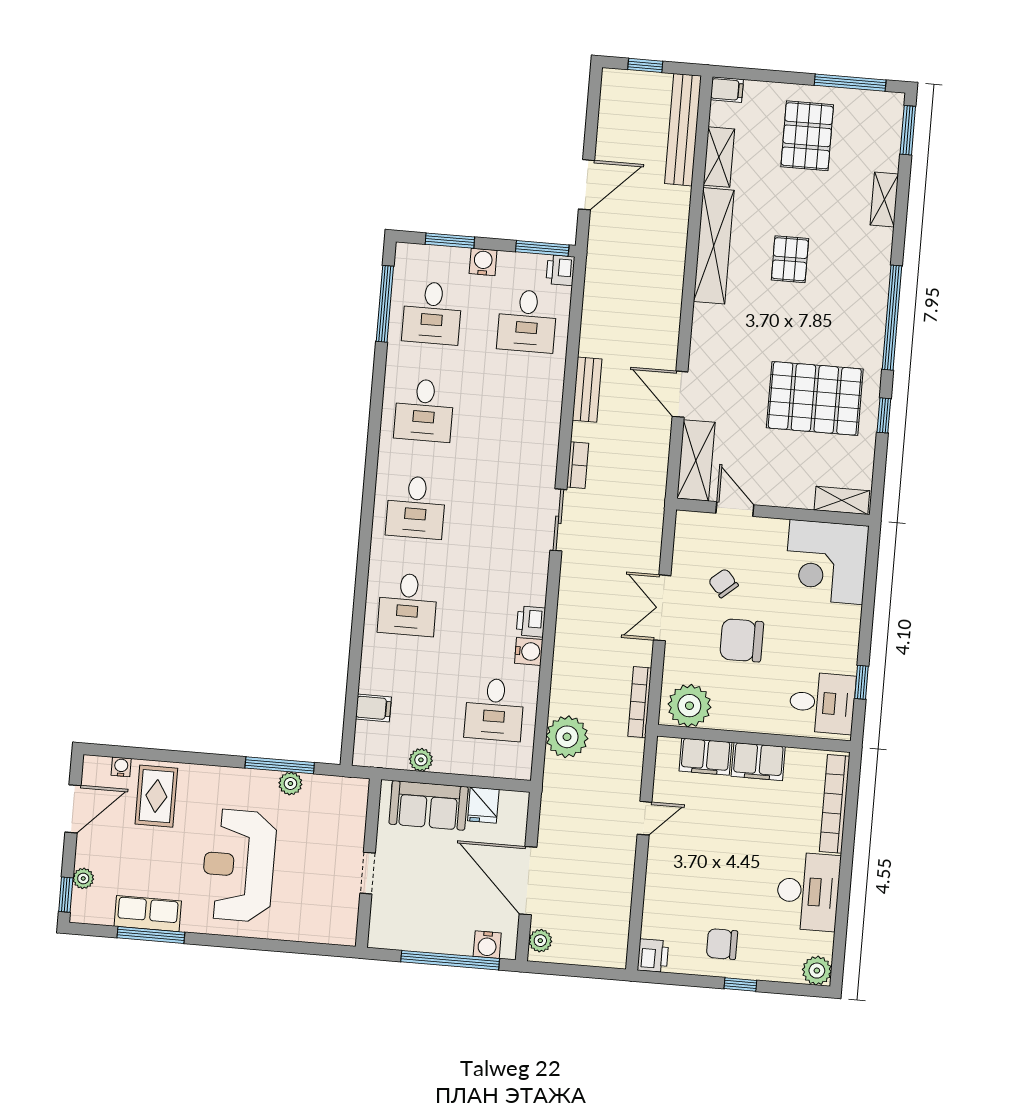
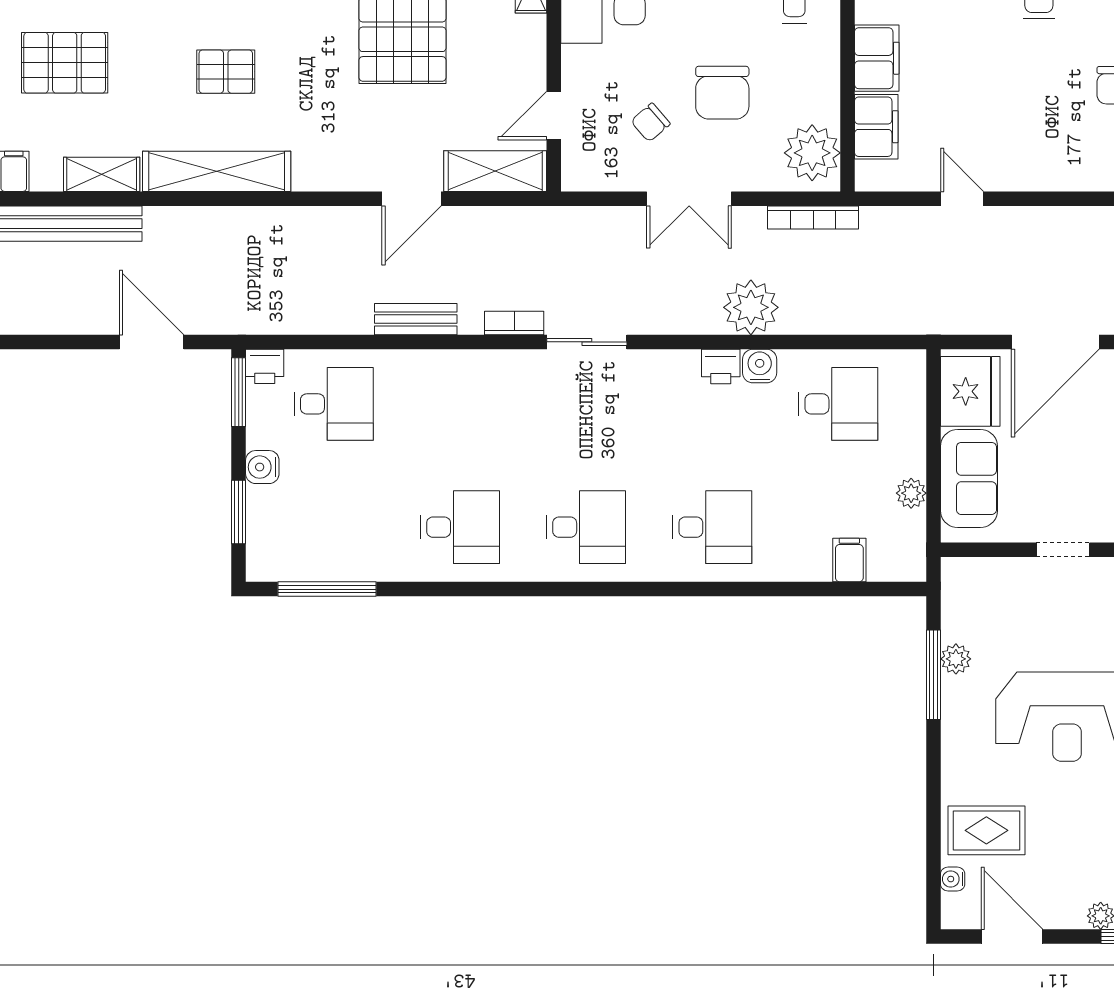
desk: (432, 313) -> (334, 527), removed
plant: (567, 737) -> (751, 307), moved
fridge: (483, 805) -> (970, 391), width x1.88, depth x1.34

